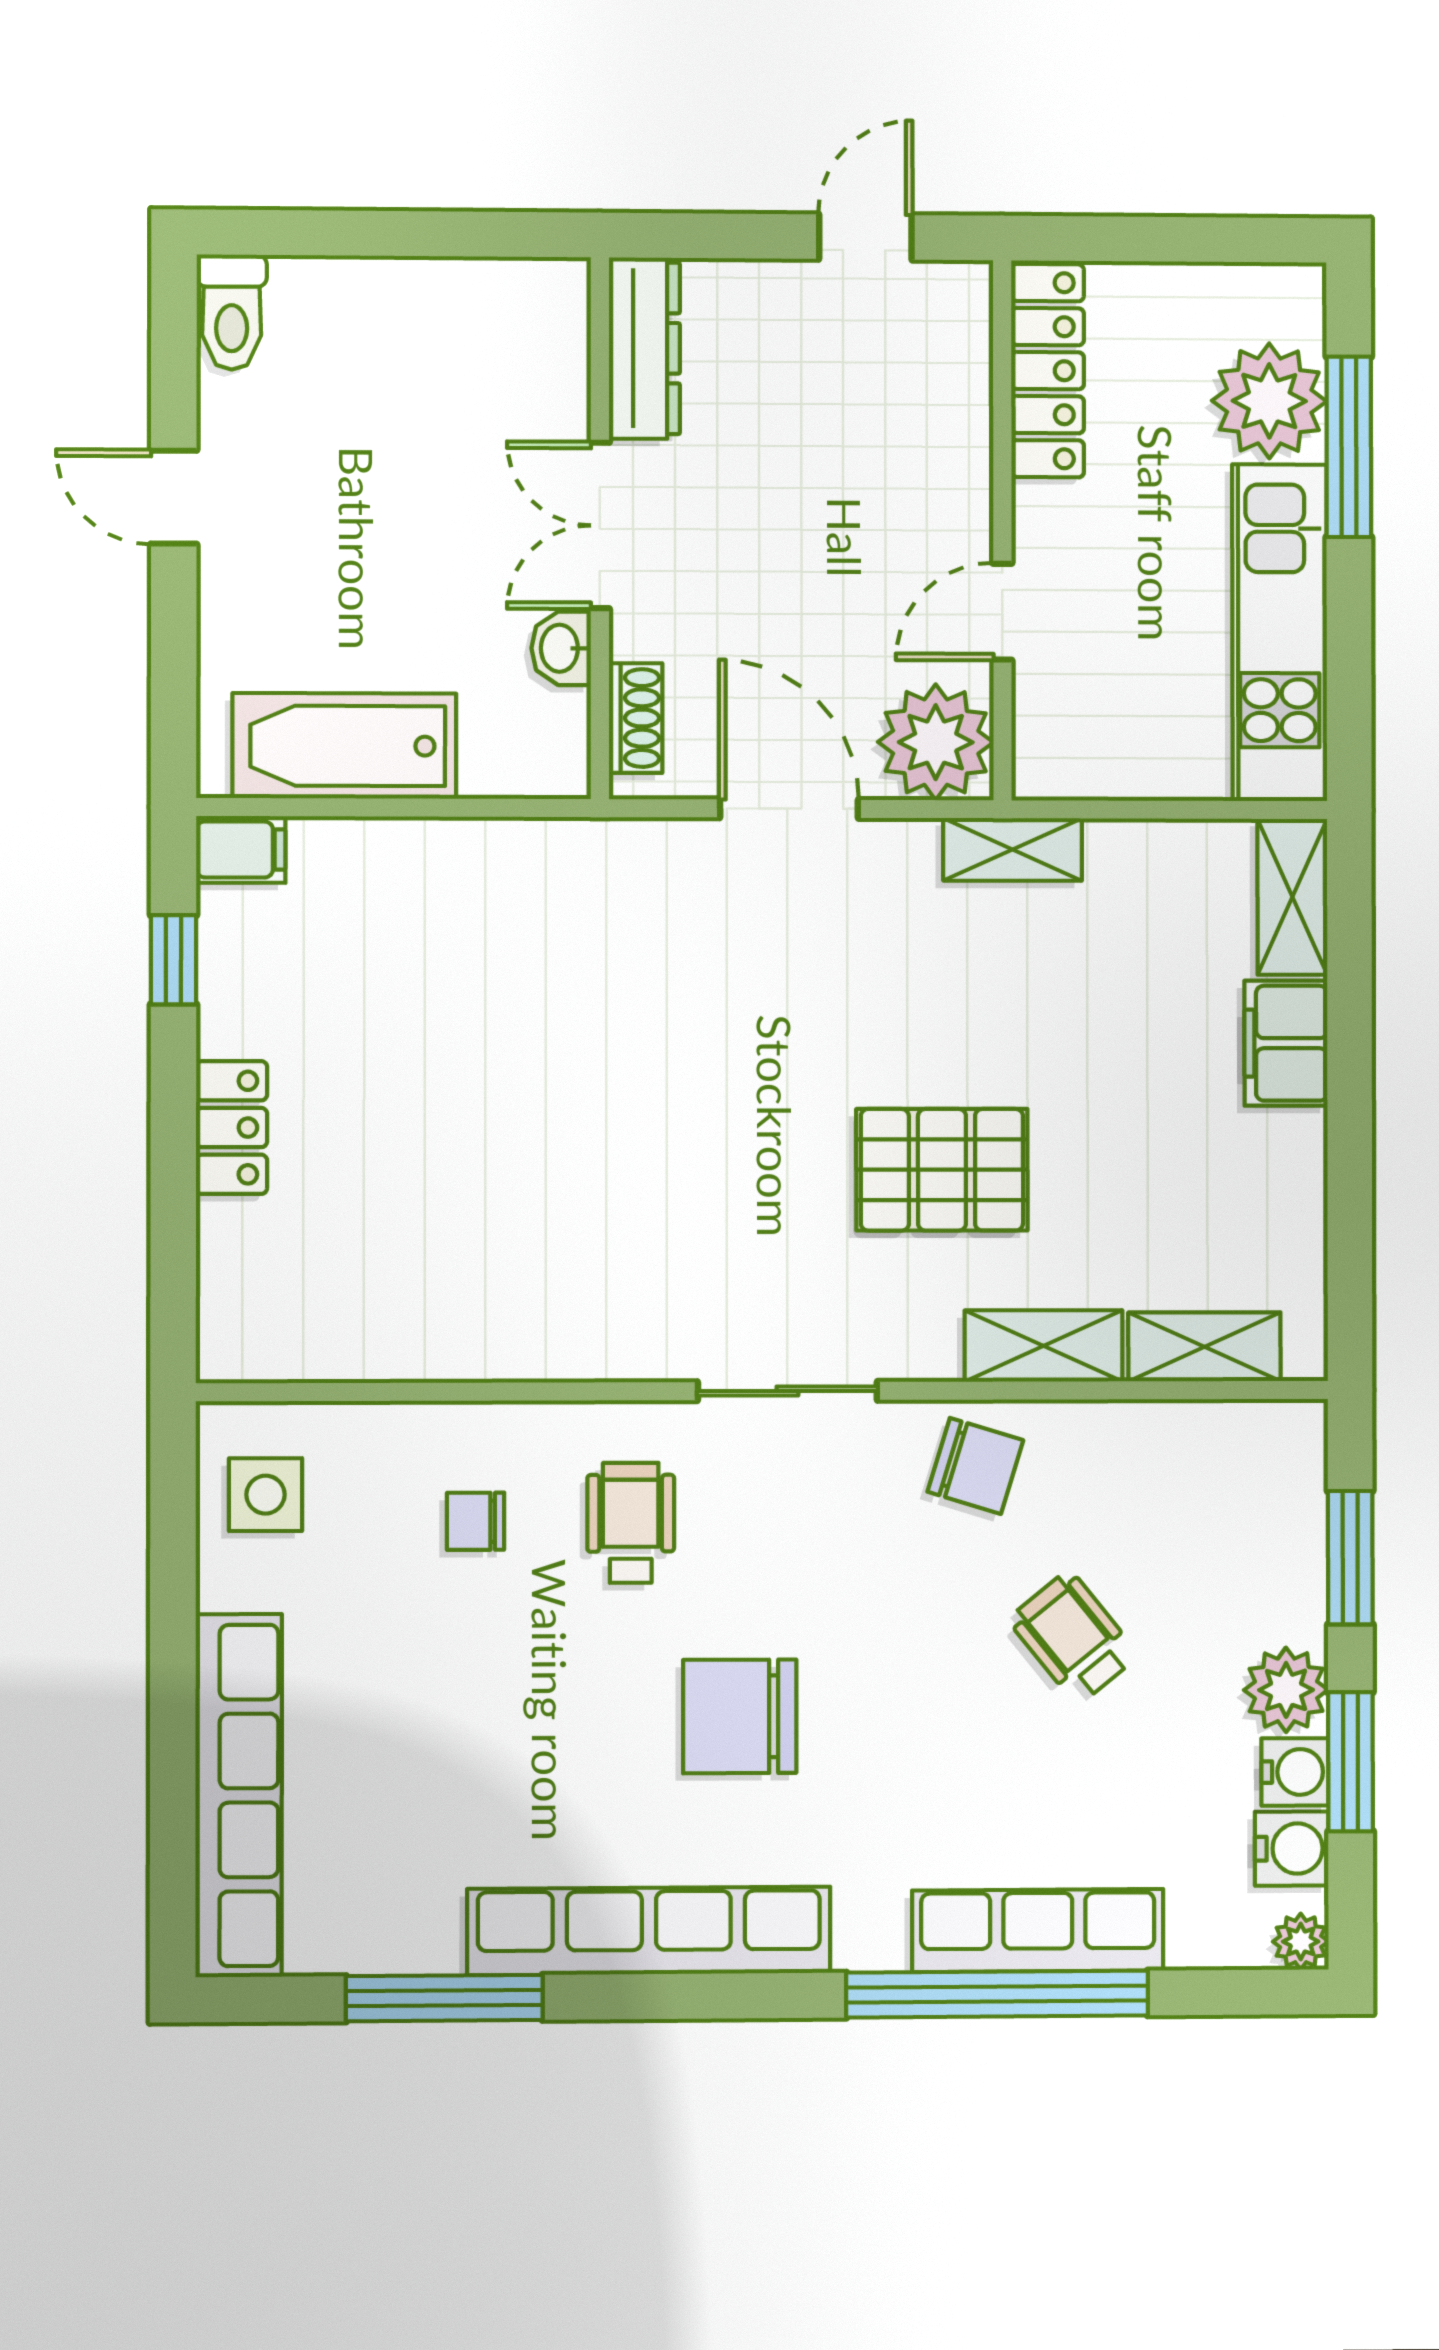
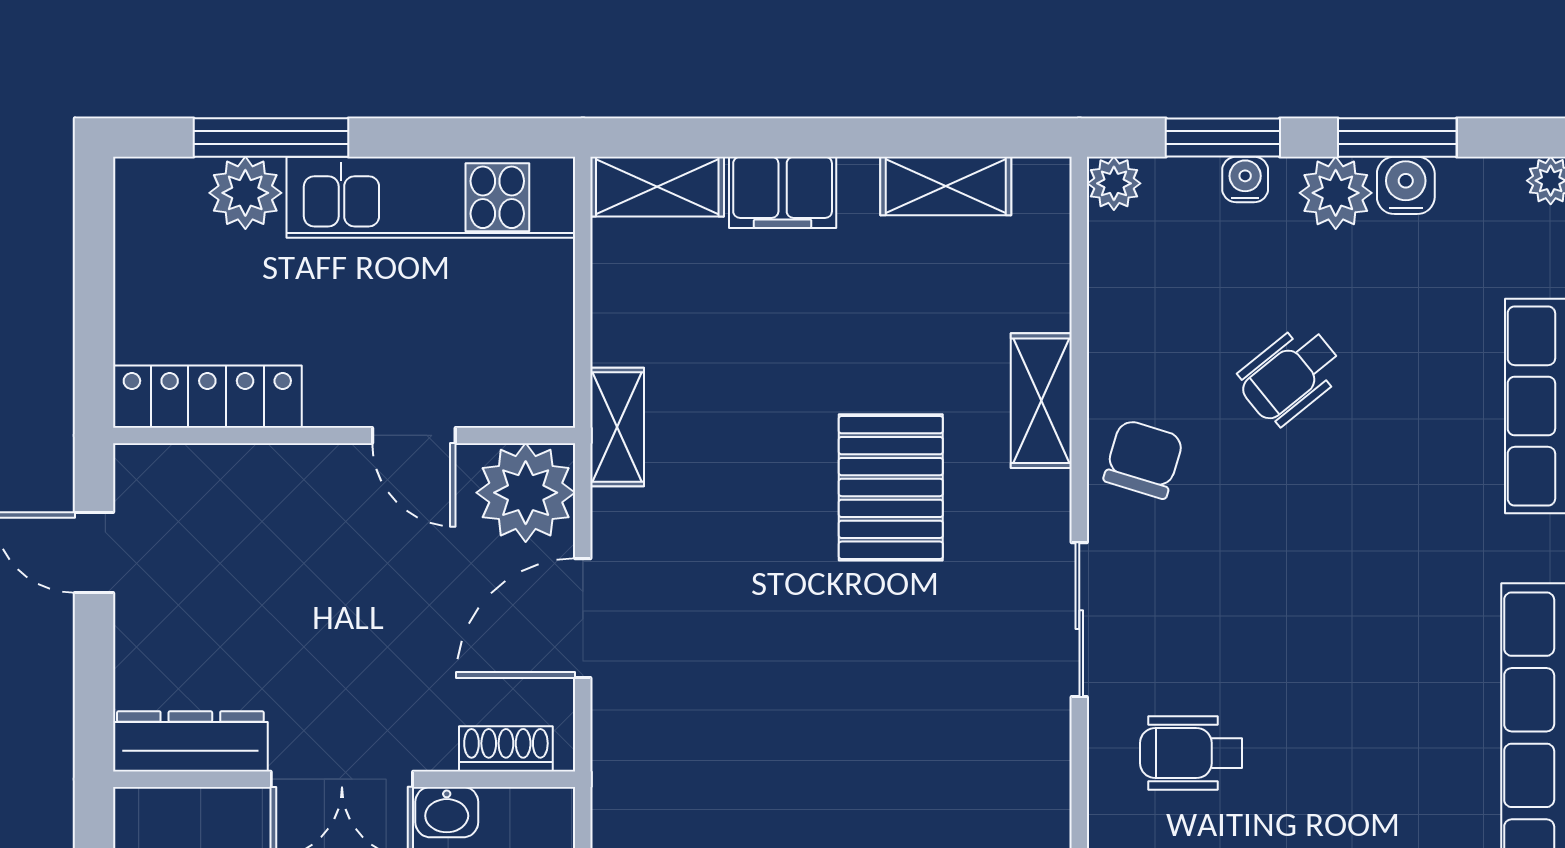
plant: (1269, 401) -> (245, 193), width x0.73, depth x0.73
shelving: (1204, 1347) -> (946, 186), moved, turned 90
plant: (1297, 1430) -> (1114, 183), added
chair: (740, 1716) -> (1356, 660), removed
water cooler: (1292, 1849) -> (1245, 179), moved, width x0.72, depth x0.72

